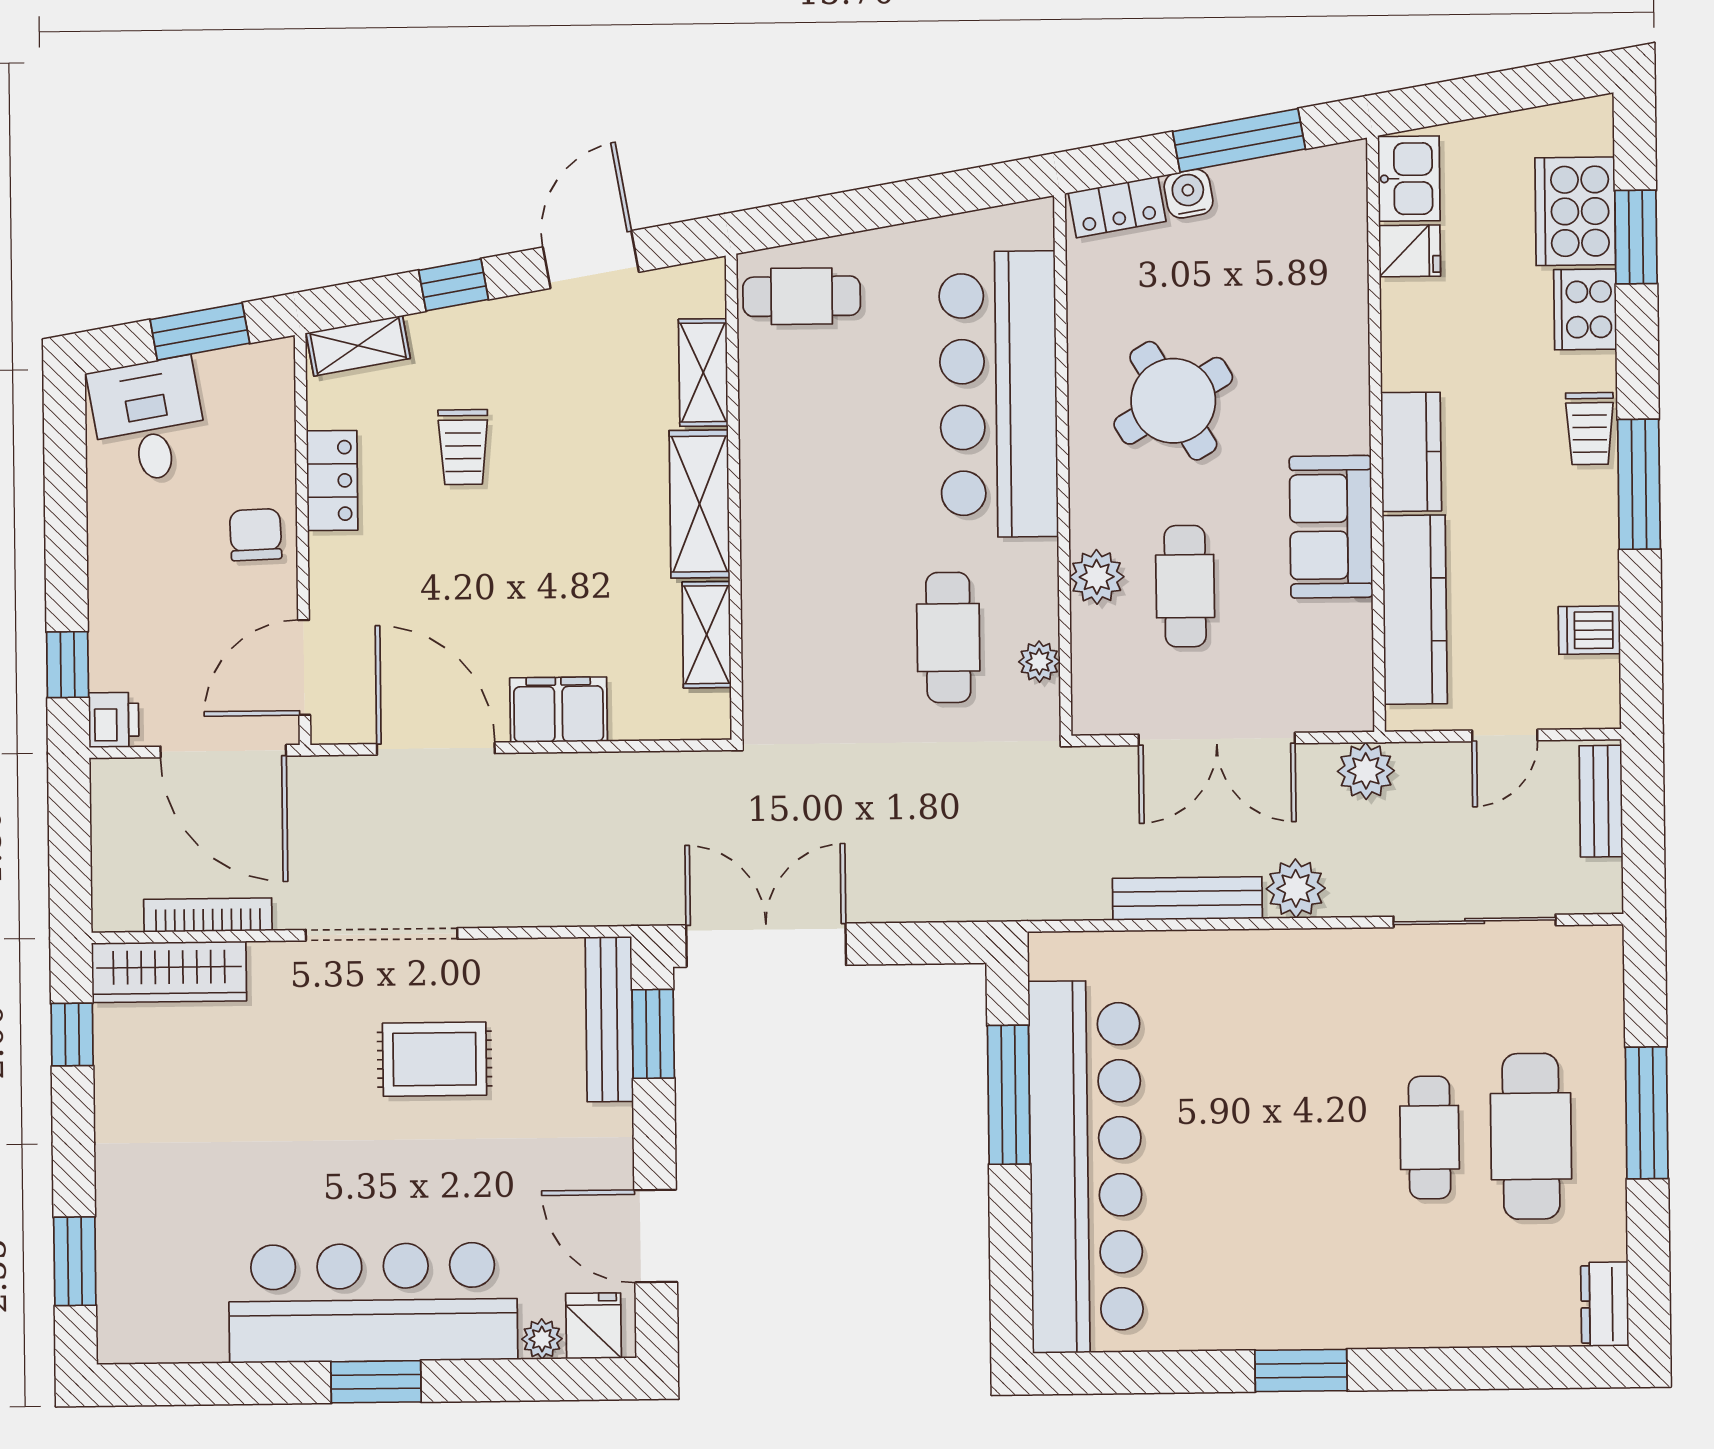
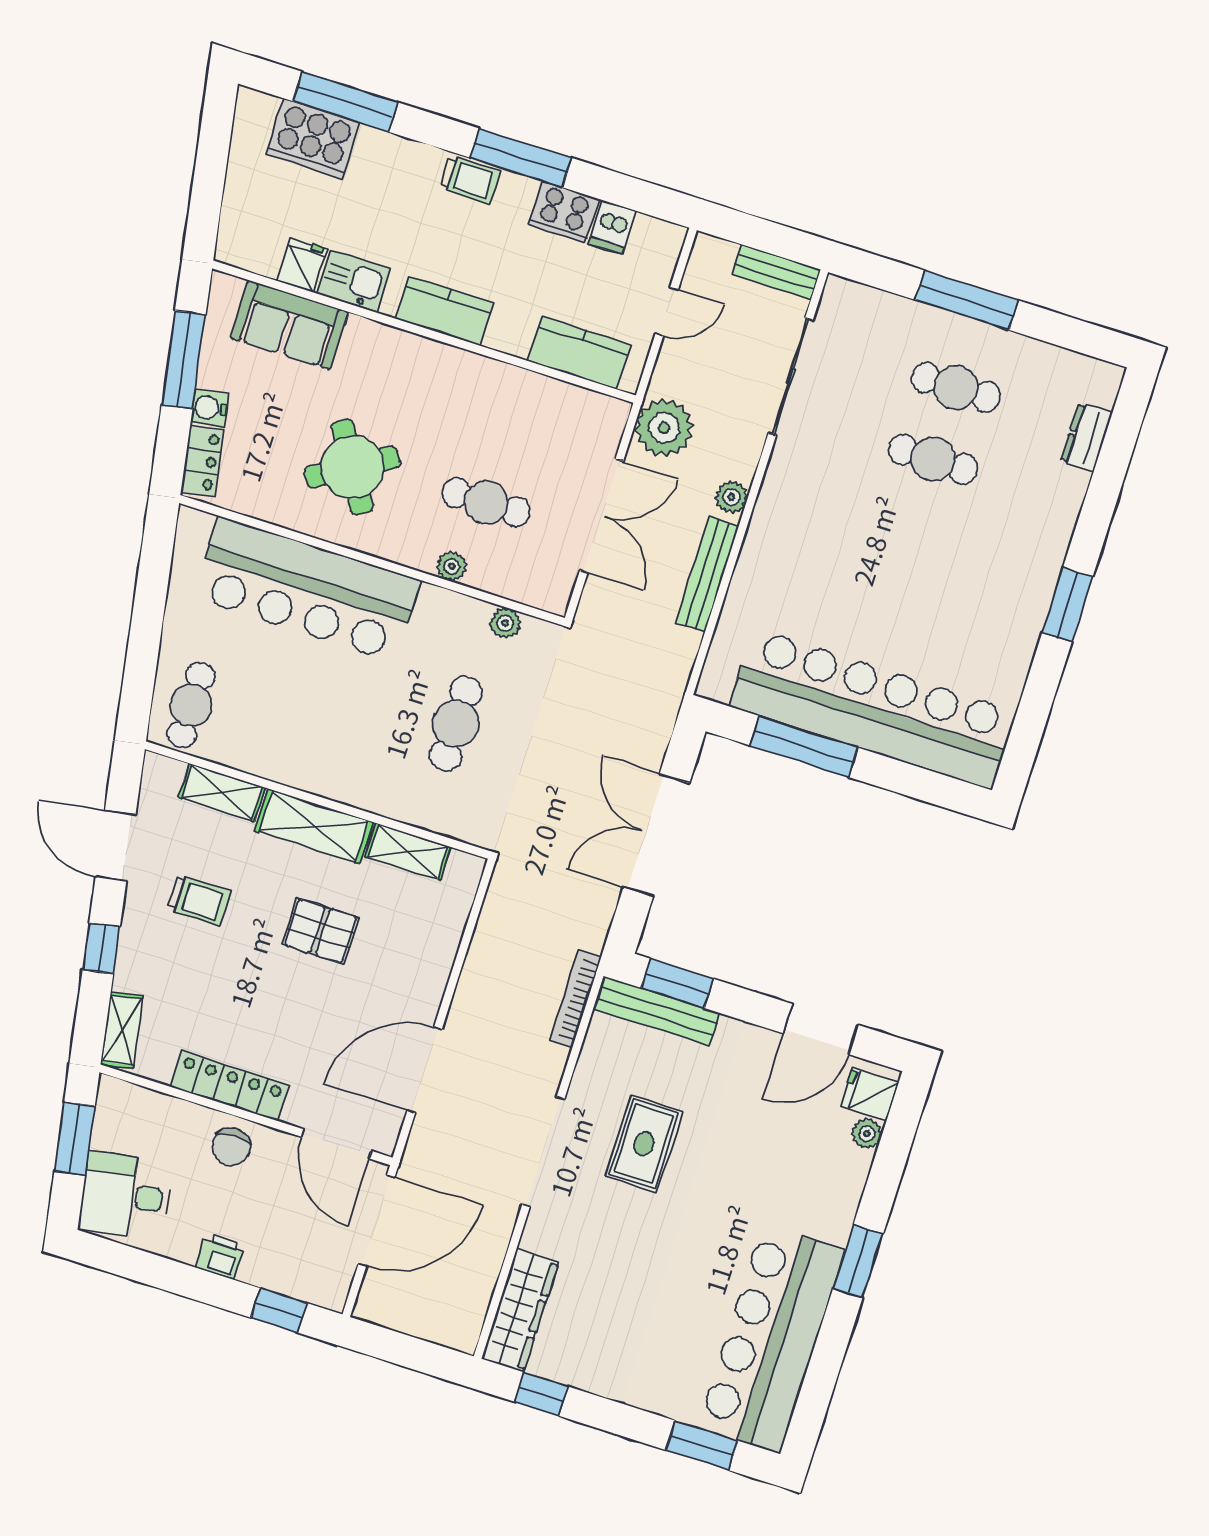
kitchen sink: (1409, 179) -> (353, 281), moved
window: (1636, 237) -> (345, 102), width x1.44
cooker: (1585, 309) -> (564, 212), moved
trolley: (463, 447) -> (199, 900), moved
locker: (332, 481) -> (230, 1086), width x1.53
sofa: (1331, 527) -> (289, 325), moved
chair: (256, 535) -> (231, 1147), turned -88
pallet: (569, 557) -> (320, 931), added
plant: (1097, 577) -> (452, 566), width x0.73, depth x0.73
kitchen counter: (1415, 610) -> (579, 353), width x0.67
cafe table: (948, 637) -> (456, 724), moved, turned 90
filing cabinet: (559, 710) -> (426, 974), removed
printer: (114, 720) -> (220, 1256), moved
door: (1505, 735) -> (667, 312), hinge flipped
plant: (1366, 771) -> (664, 428), width x1.36, depth x1.36
bench: (1601, 801) -> (776, 272), moved
plant: (1296, 888) -> (731, 497), width x0.73, depth x0.73
bookcase: (208, 915) -> (575, 999), moved
double door: (766, 945) -> (656, 835), moved
cafe table: (1531, 1136) -> (956, 387), width x0.73, depth x0.74
bar counter: (373, 1303) -> (771, 1339), moved
dresser: (1605, 1304) -> (1086, 437), moved, turned 90

